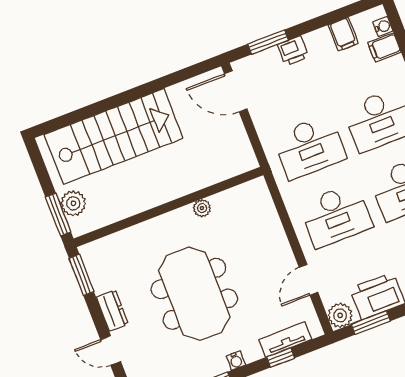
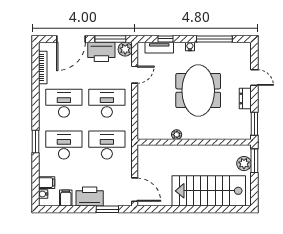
printer: (293, 51) -> (90, 196), width x1.87, depth x1.48
window: (371, 323) -> (110, 39), width x1.44

